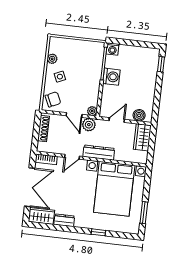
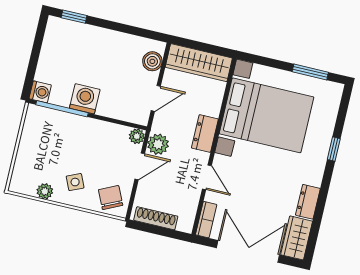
door: (117, 120) -> (156, 98), swing flipped
wardrobe: (142, 137) -> (199, 63), width x1.50
dresser: (99, 153) -> (205, 134), width x0.70

